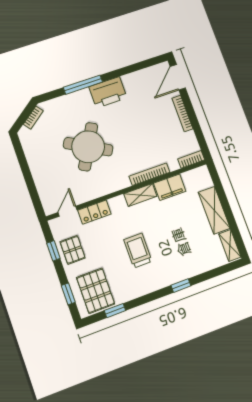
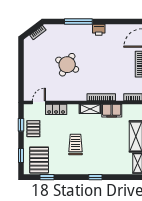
printer: (108, 92) -> (99, 30), width x0.53, depth x0.68
round table: (88, 147) -> (67, 65), width x0.73, depth x0.73

